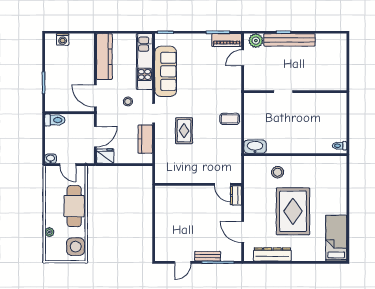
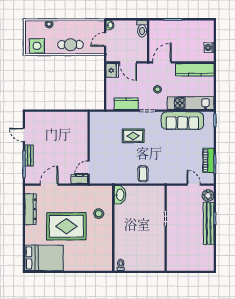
washing machine: (63, 39) -> (209, 48), moved
piano: (227, 40) -> (208, 160), moved
cafe table: (74, 206) -> (71, 45), width x0.73, depth x0.74
bed: (336, 238) -> (44, 258), width x1.50

